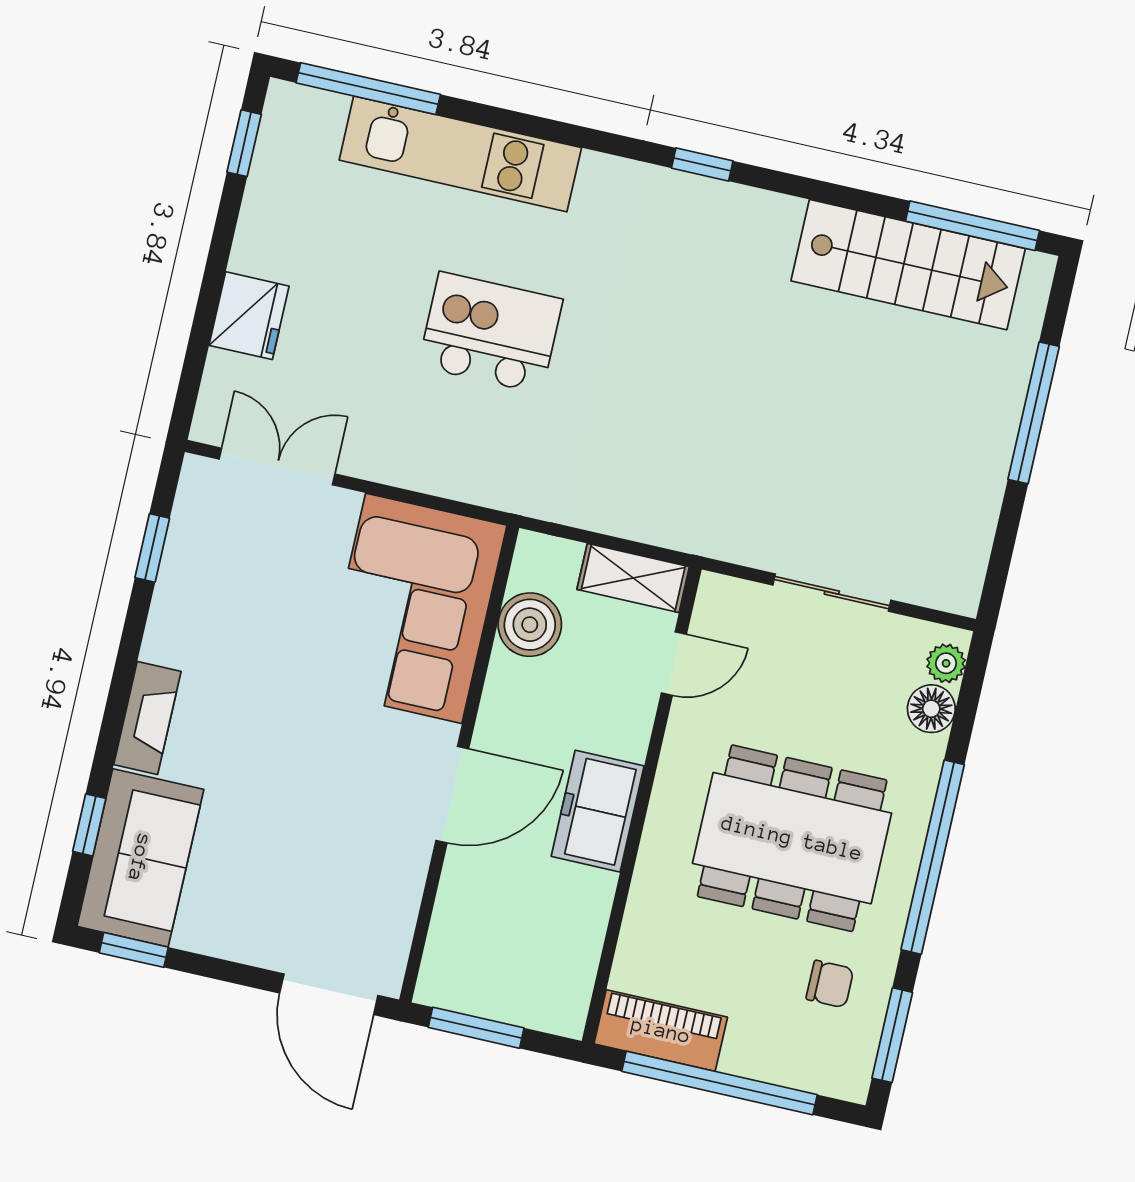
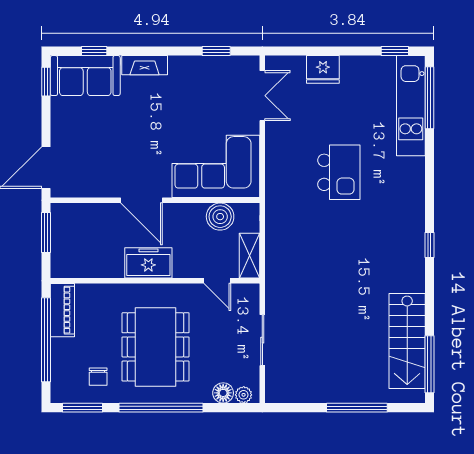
kitchen unit: (460, 154) -> (411, 106), moved

